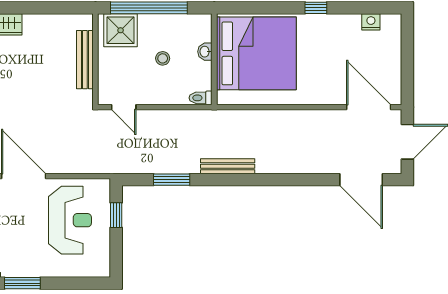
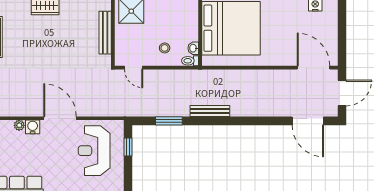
washbasin: (205, 52) -> (193, 48), moved
stool: (163, 58) -> (165, 48), moved
reception desk: (70, 220) -> (94, 151), turned 180

